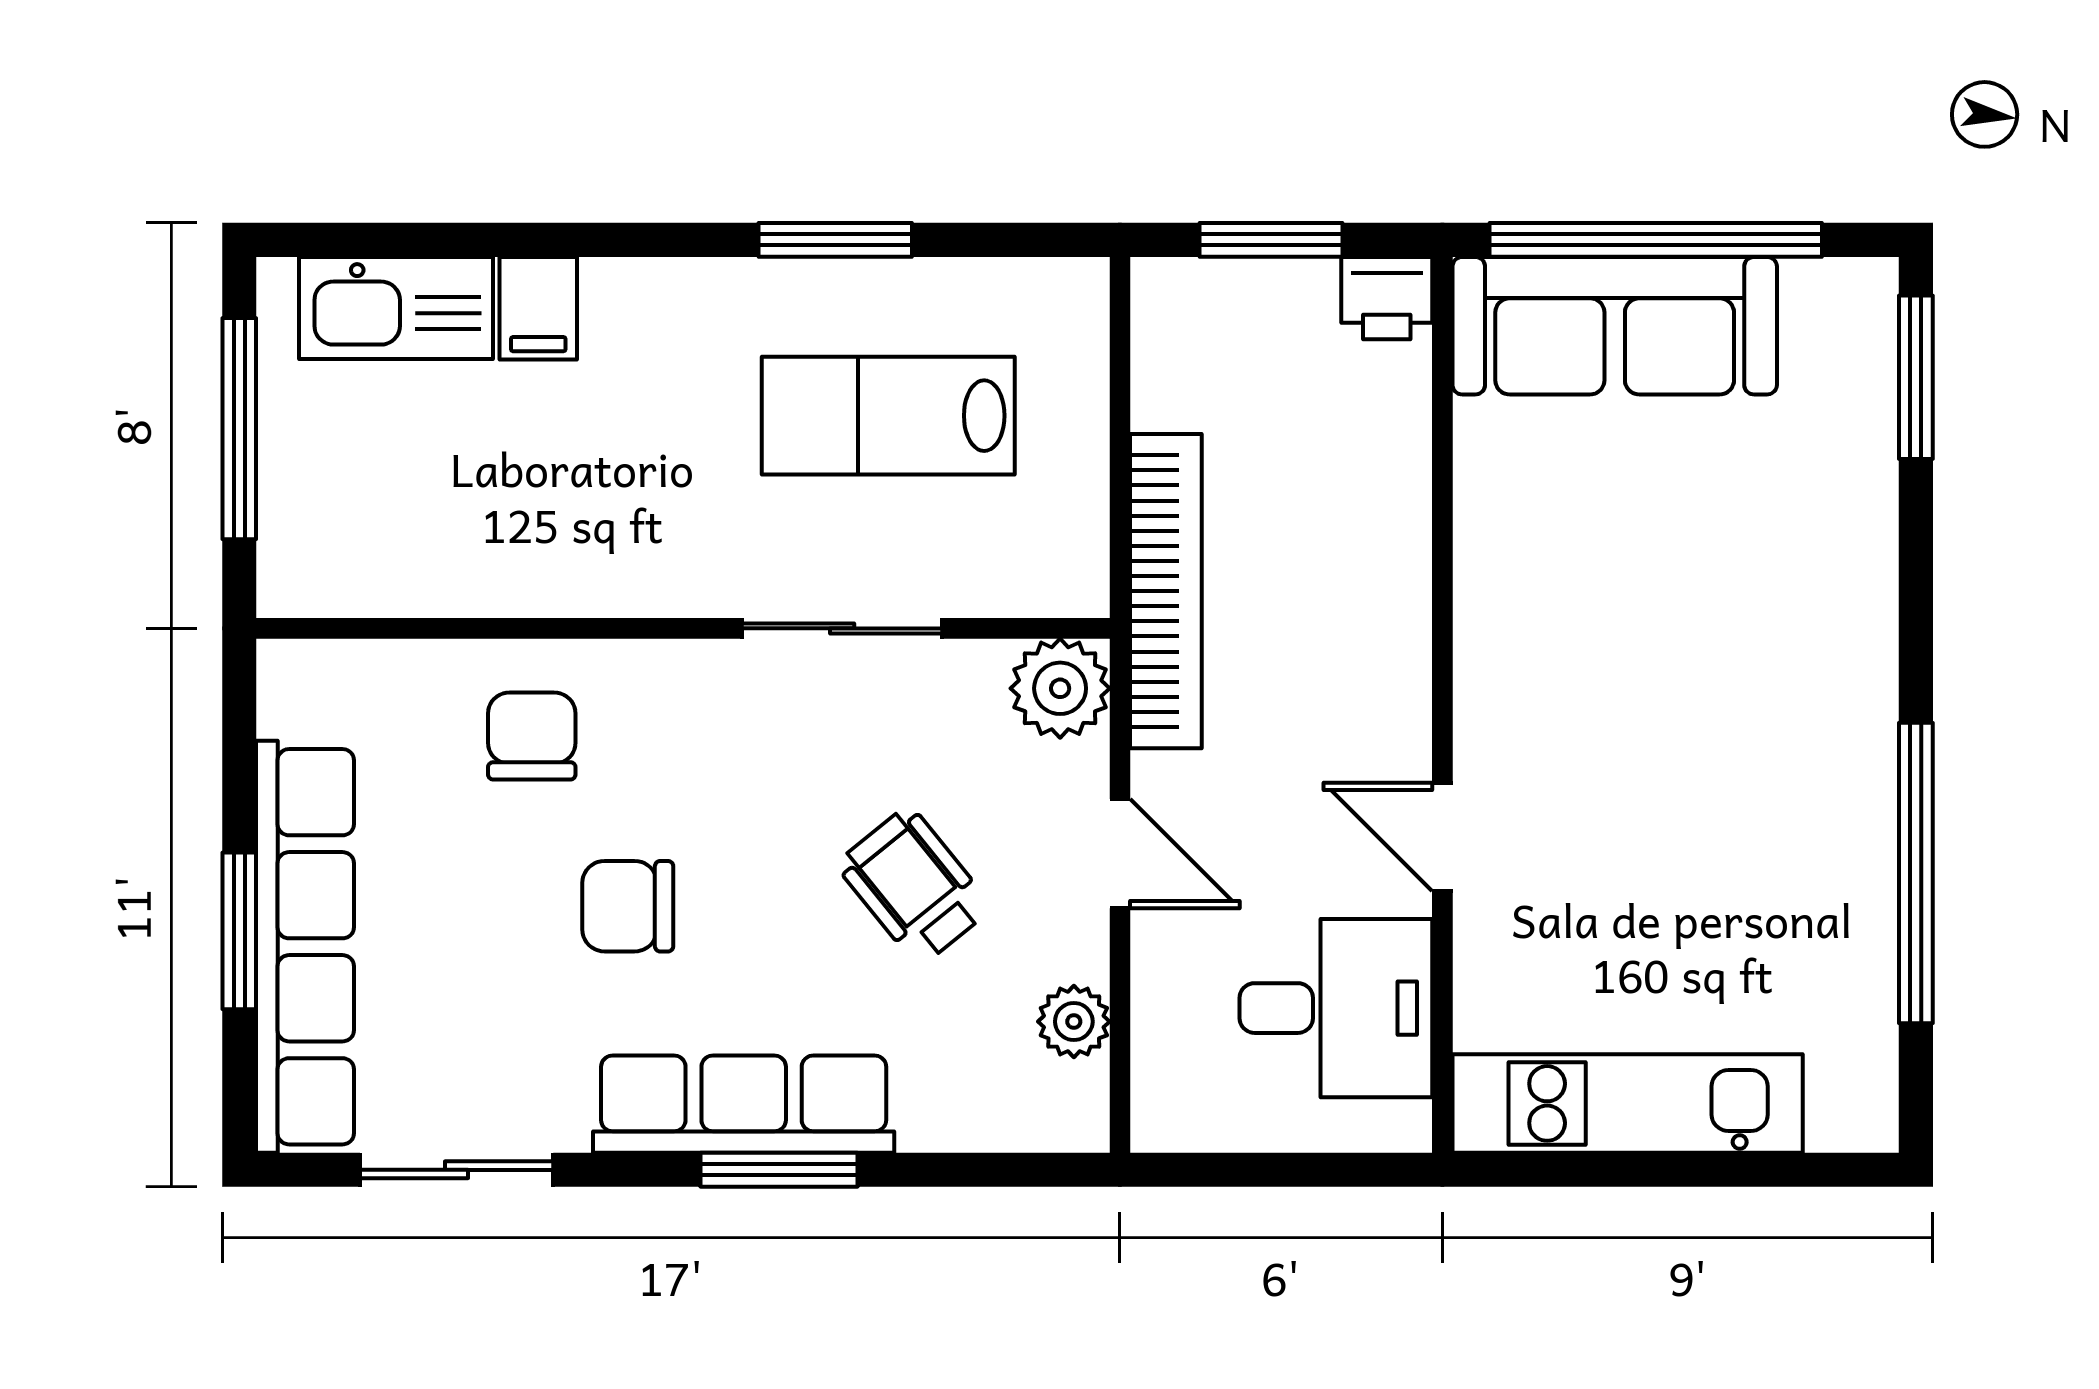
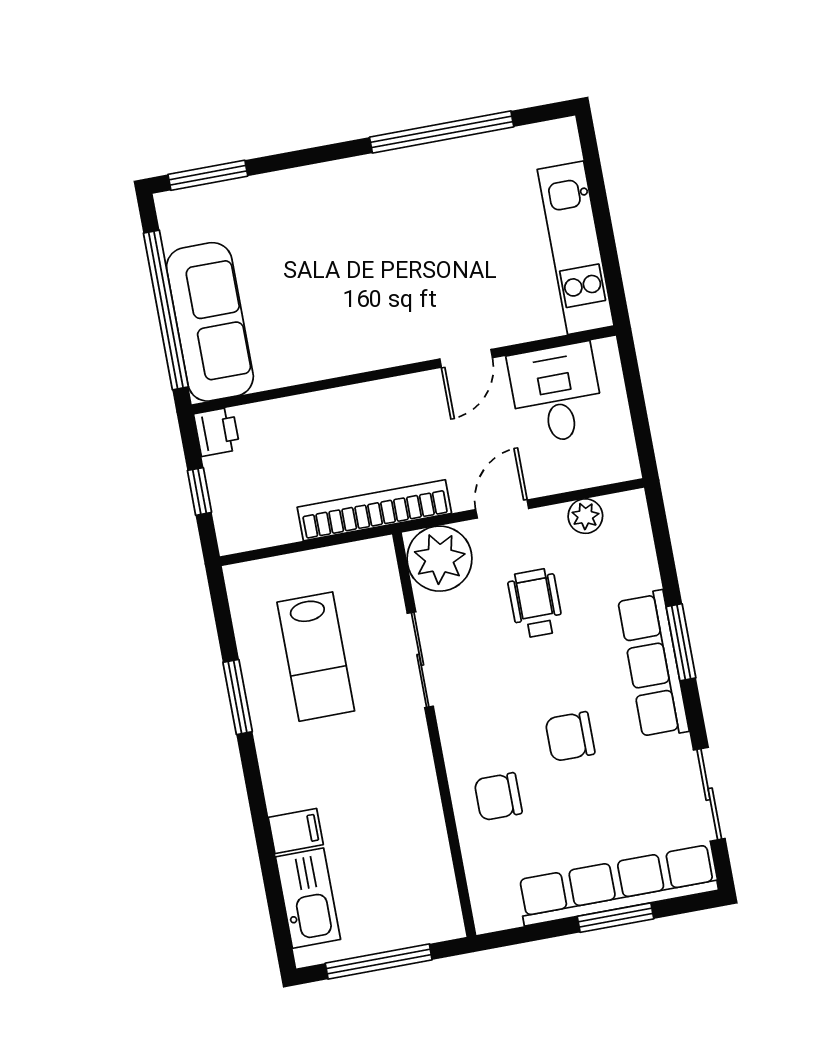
window: (1271, 240) -> (199, 491), width x0.67
plant: (1060, 688) -> (440, 559), width x1.36, depth x1.36
wheelchair: (914, 886) -> (535, 603), turned 129
chair: (628, 906) -> (570, 737), turned 90

